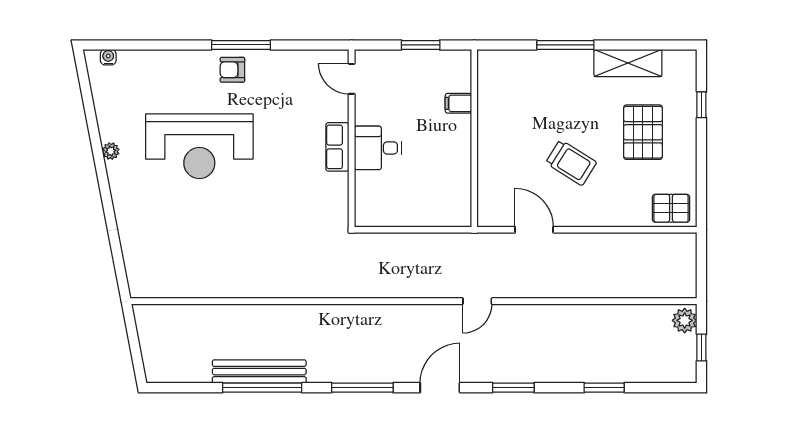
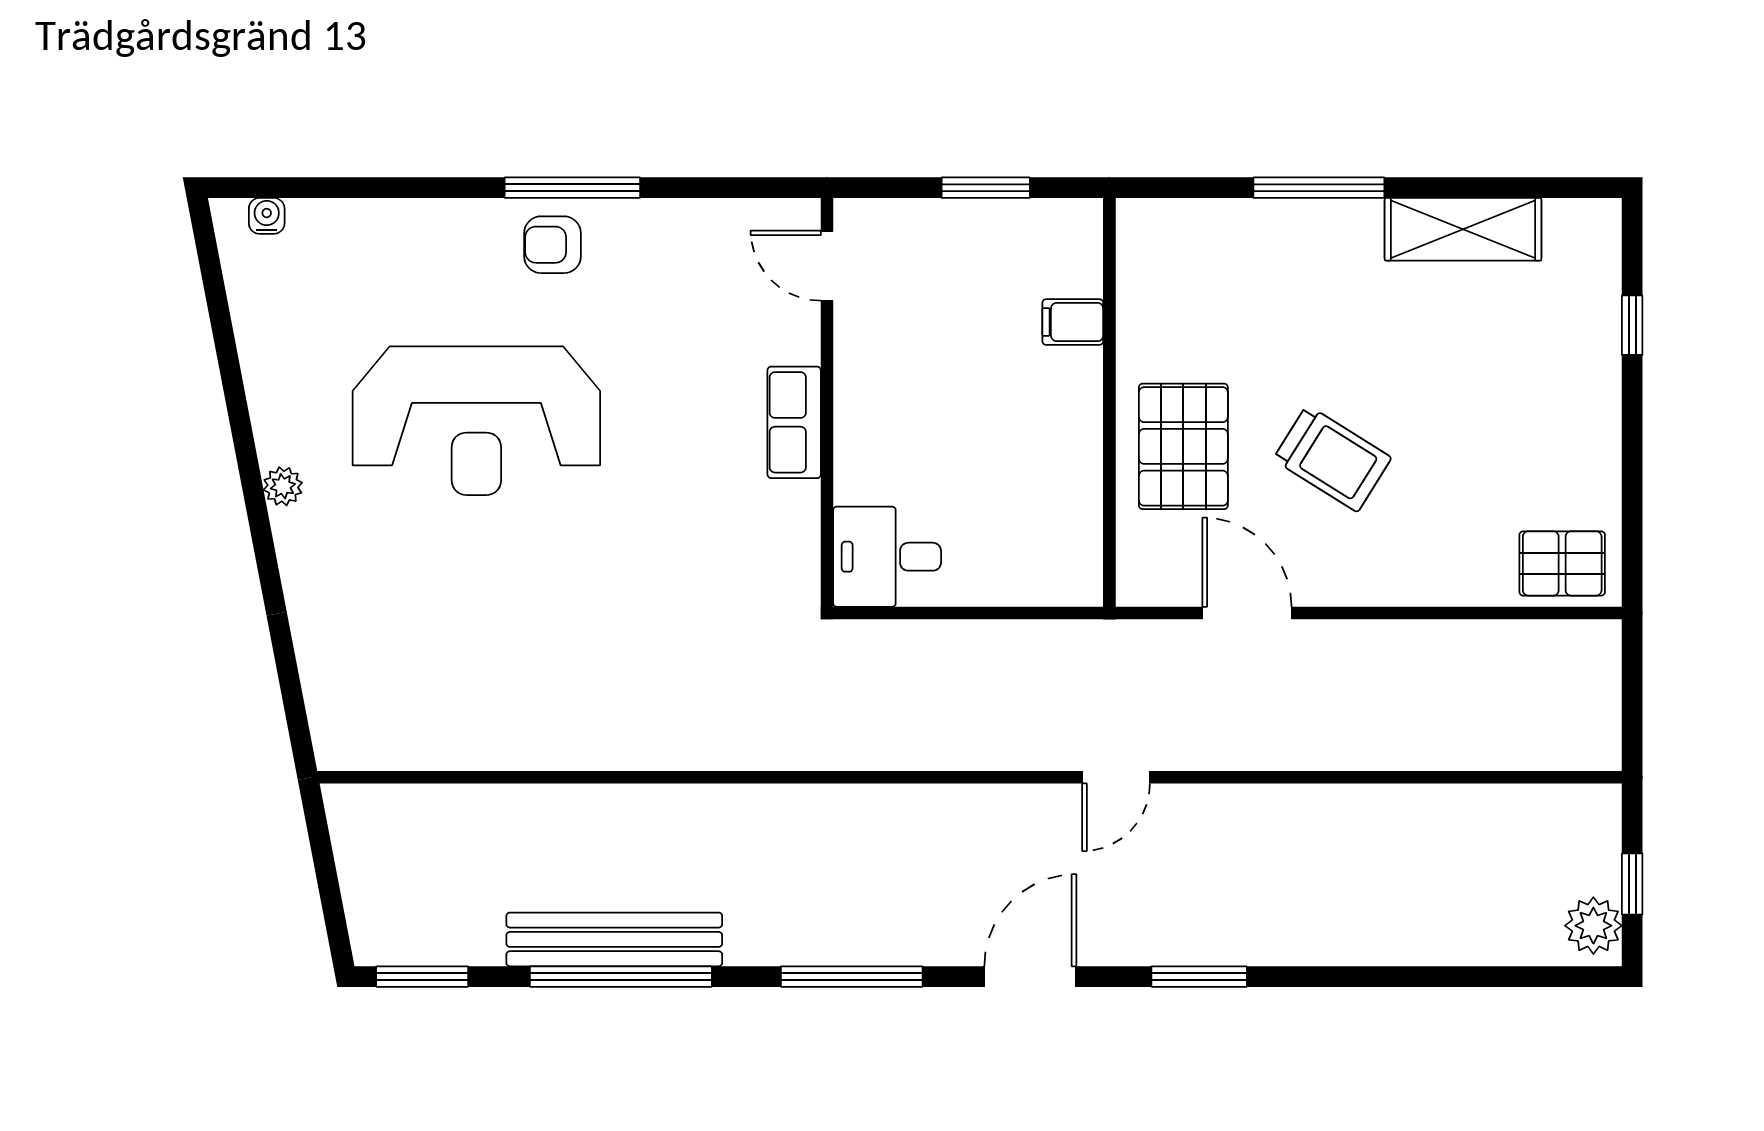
pallet: (643, 132) -> (1183, 446), moved
desk: (378, 148) -> (887, 557), moved
plant: (111, 151) -> (283, 486), moved
plant: (685, 320) -> (1593, 926), moved
window: (604, 388) -> (422, 977), moved

